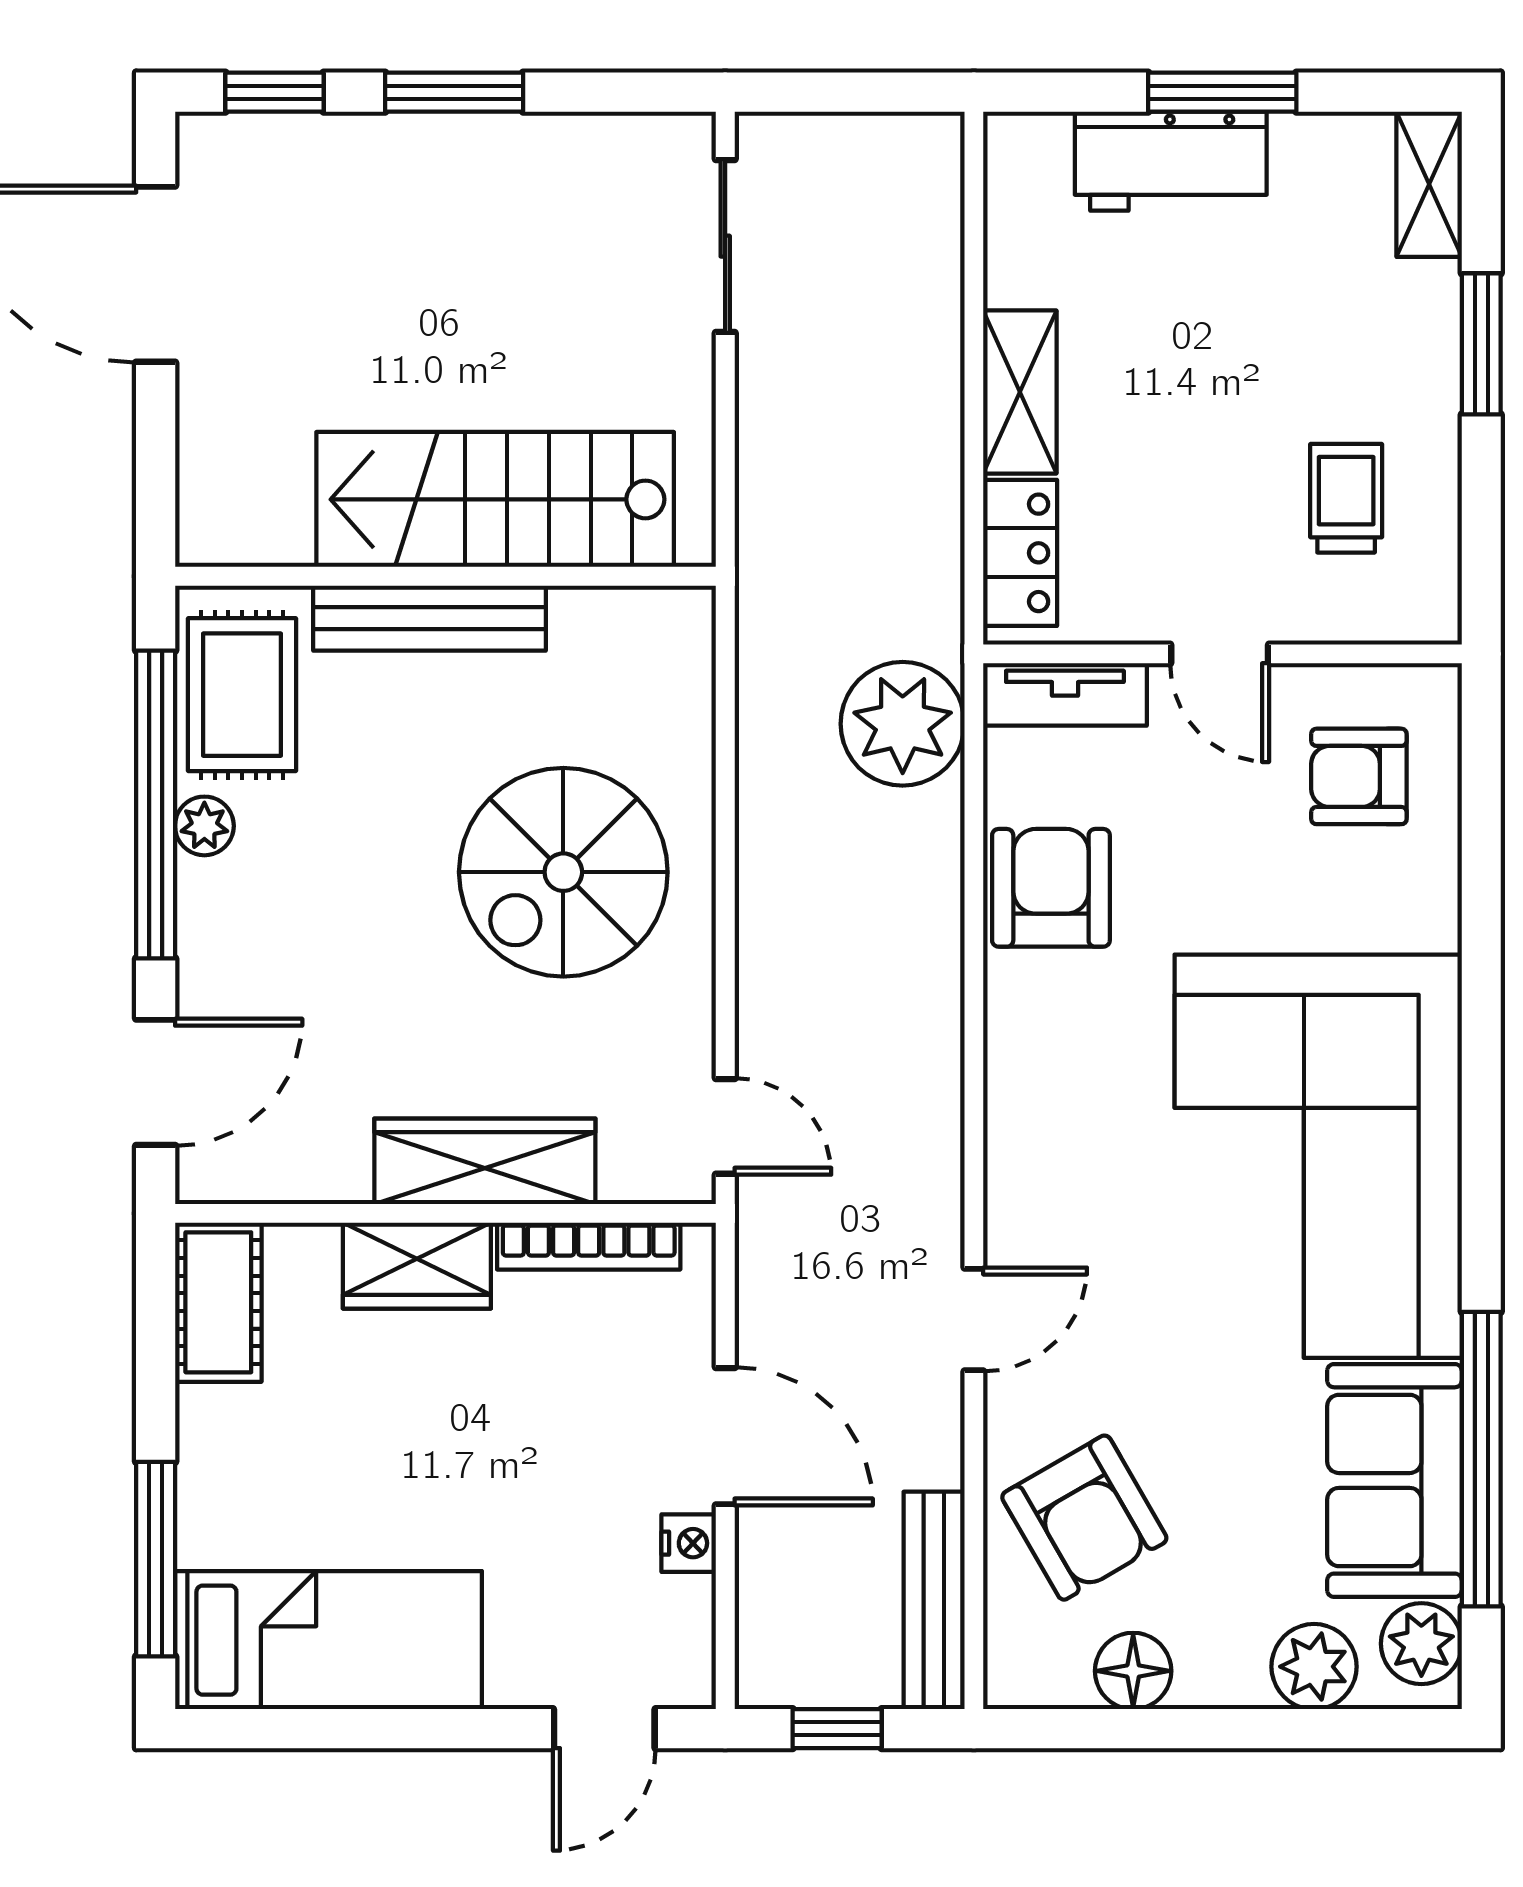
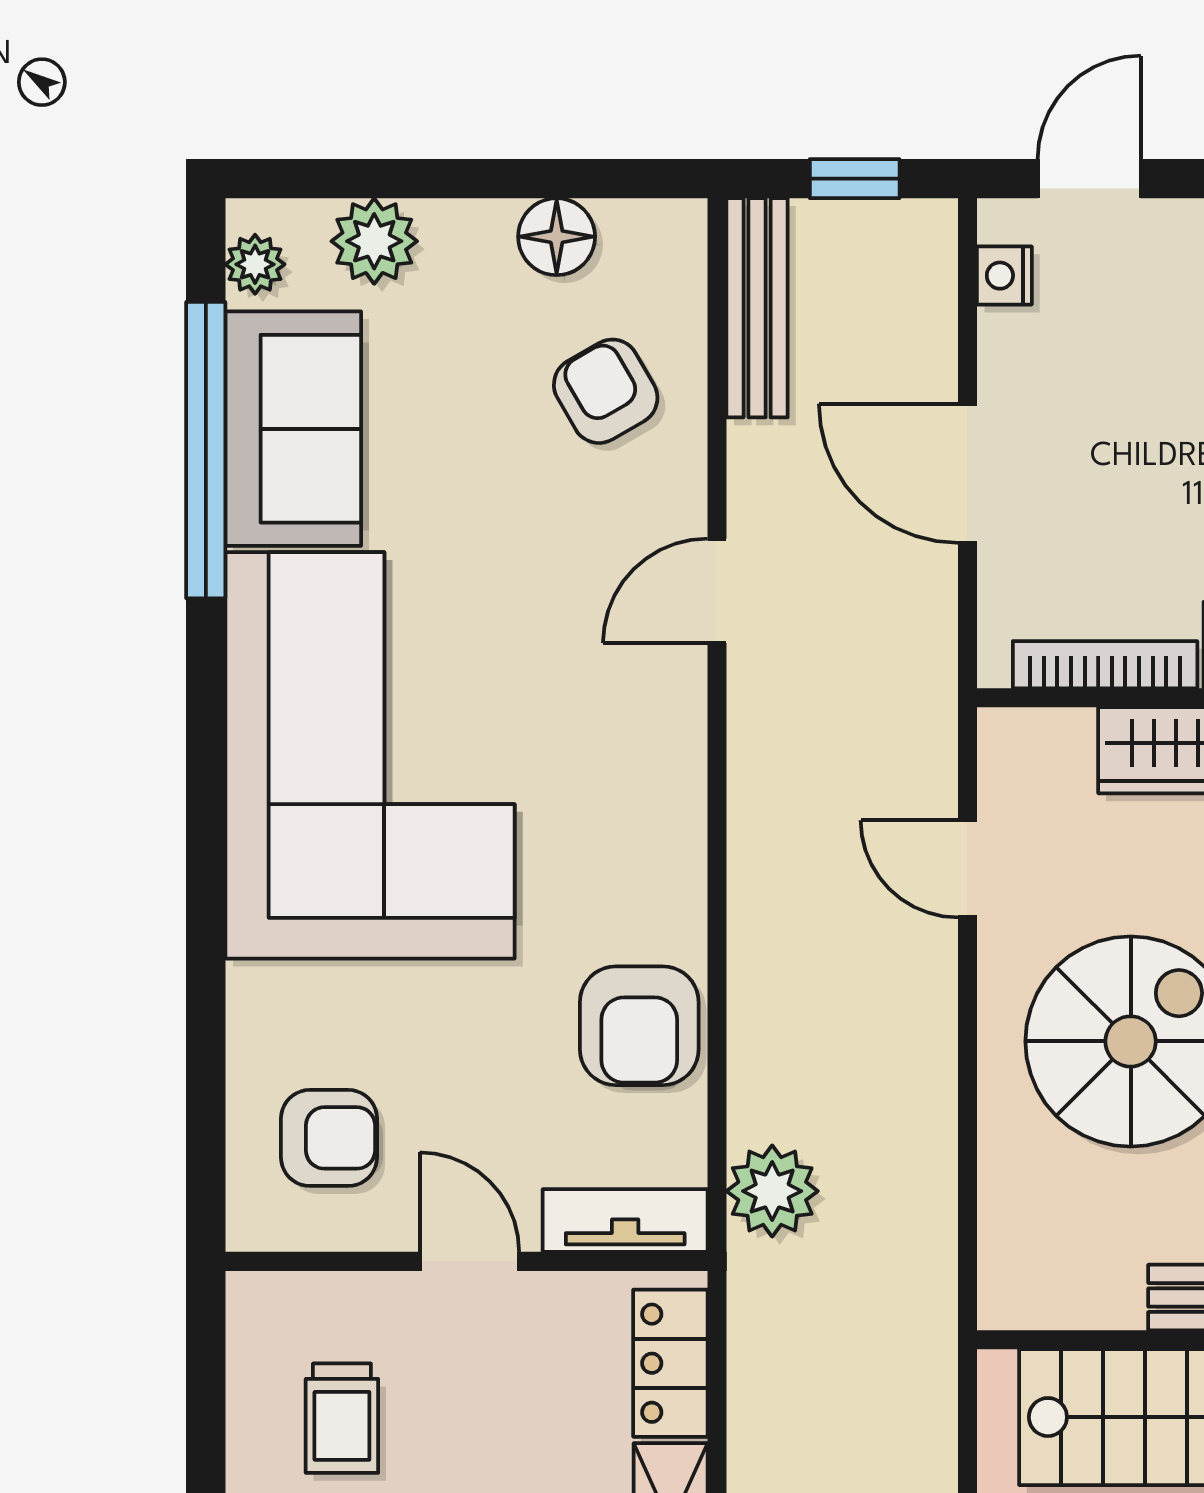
plant: (903, 724) -> (772, 1191), width x0.73, depth x0.73
door: (725, 1126) -> (967, 869), moved
armchair: (1084, 1518) -> (606, 391), width x0.72, depth x0.72
nightstand: (689, 1543) -> (1004, 276), moved
plant: (1421, 1644) -> (255, 264), width x0.73, depth x0.73

